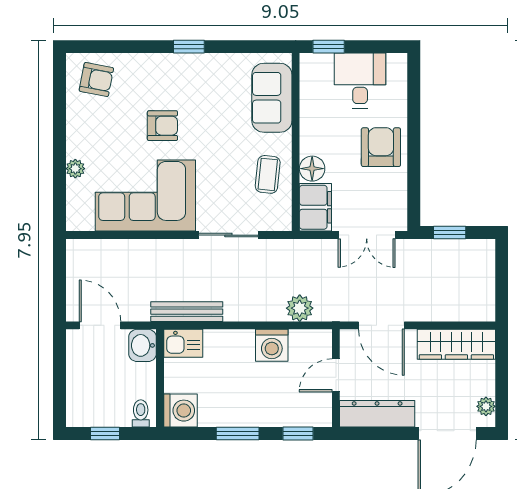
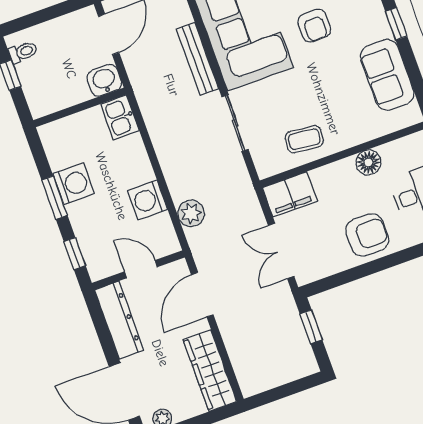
sofa: (272, 98) -> (387, 75), moved, turned -90
floor lamp: (312, 169) -> (368, 162), moved
bench: (187, 312) -> (198, 59), moved
washing machine: (180, 411) -> (73, 184), moved, turned -90
toilet: (141, 413) -> (23, 52), moved

